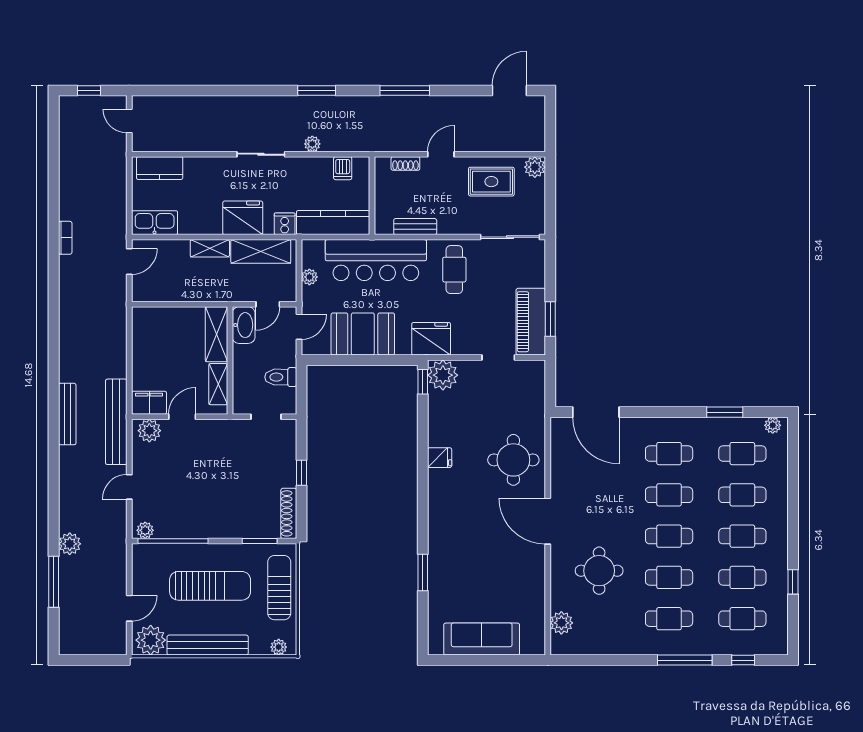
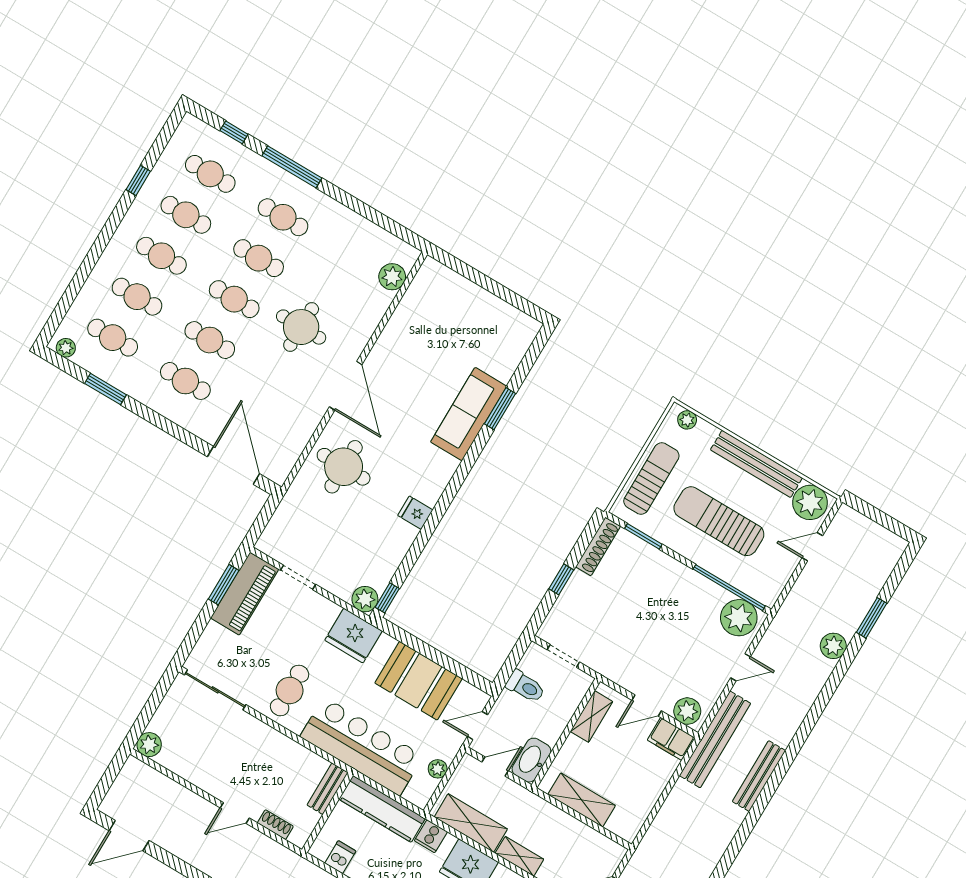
rug: (491, 182) -> (201, 756), removed
bench: (415, 227) -> (328, 789), moved, turned 90
shelving: (216, 334) -> (582, 800), moved, turned 90
plant: (443, 375) -> (365, 599), width x0.73, depth x0.73
plant: (145, 530) -> (739, 618), width x1.87, depth x1.87
round table: (599, 571) -> (301, 327), moved
window: (54, 582) -> (872, 618), width x0.69
sun lounger: (279, 588) -> (651, 478), turned 180
sofa: (482, 639) -> (469, 414), moved, turned 90

